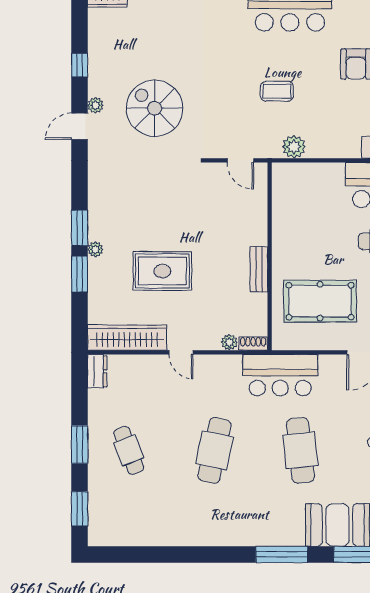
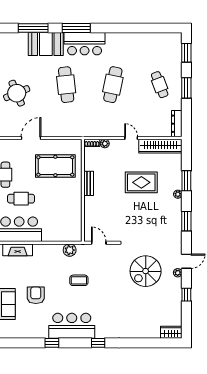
spiral stairs: (155, 108) -> (146, 271), turned 90
window: (80, 228) -> (186, 221), moved
dresser: (97, 371) -> (177, 124), width x1.44
bar counter: (280, 375) -> (85, 44), moved, turned 180

